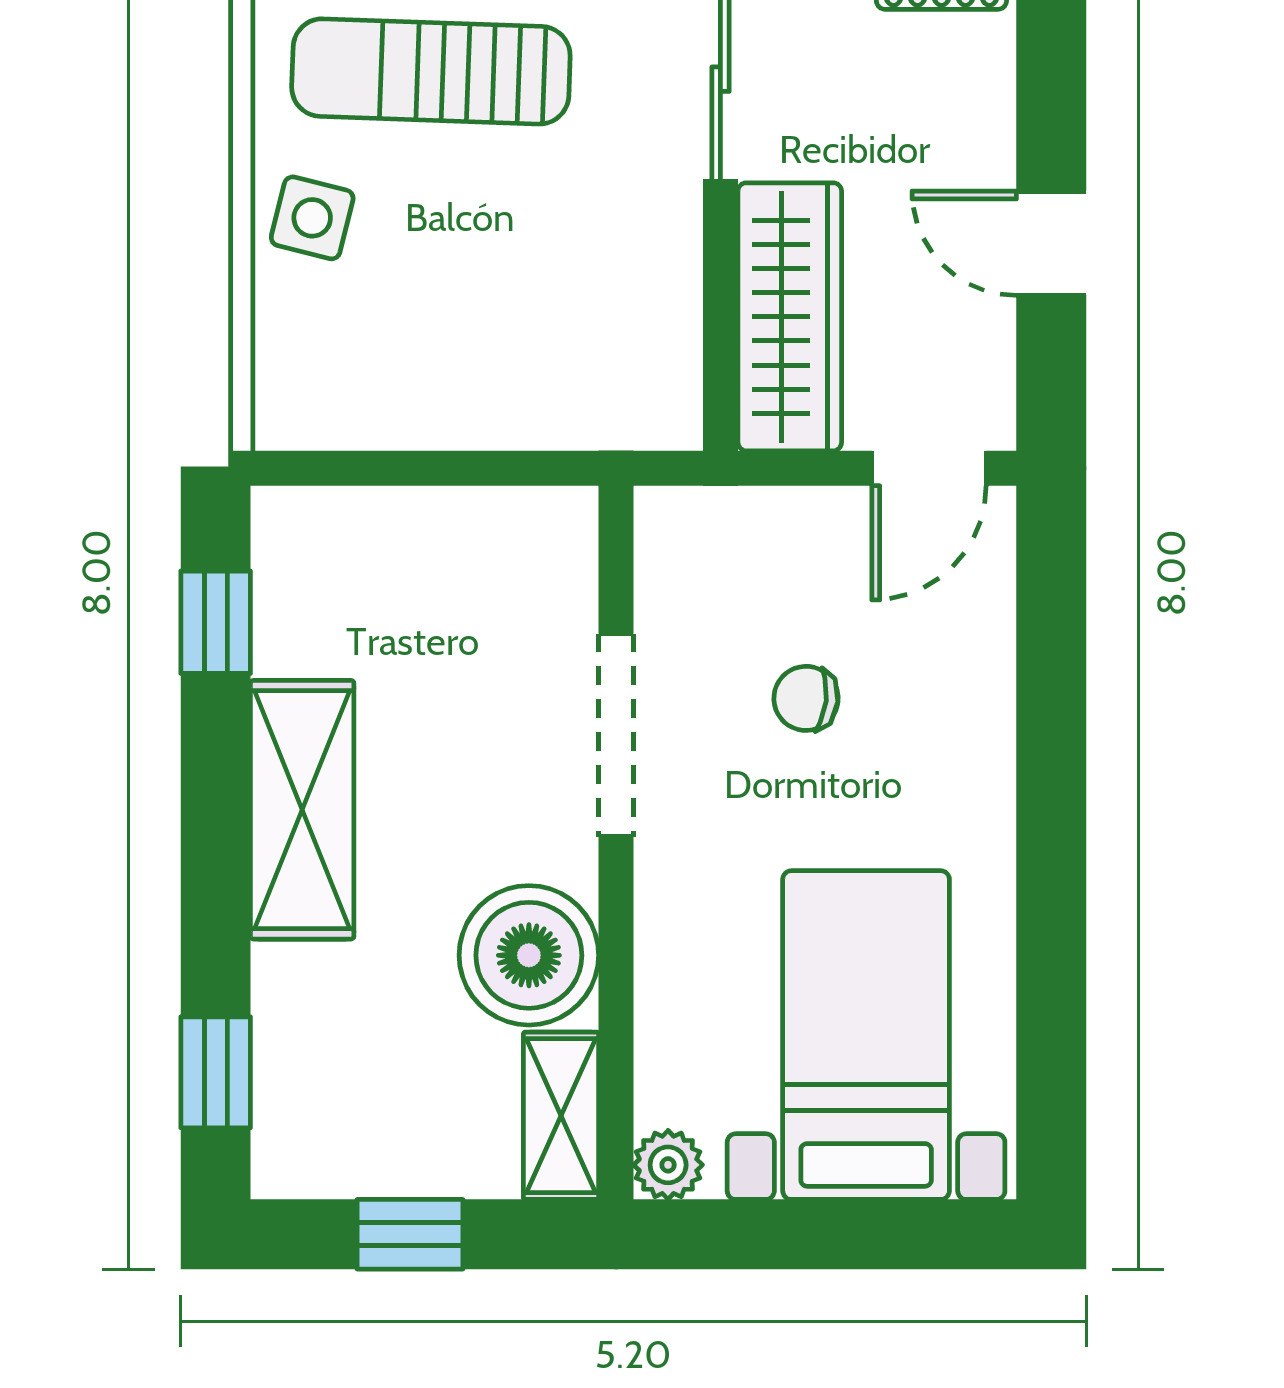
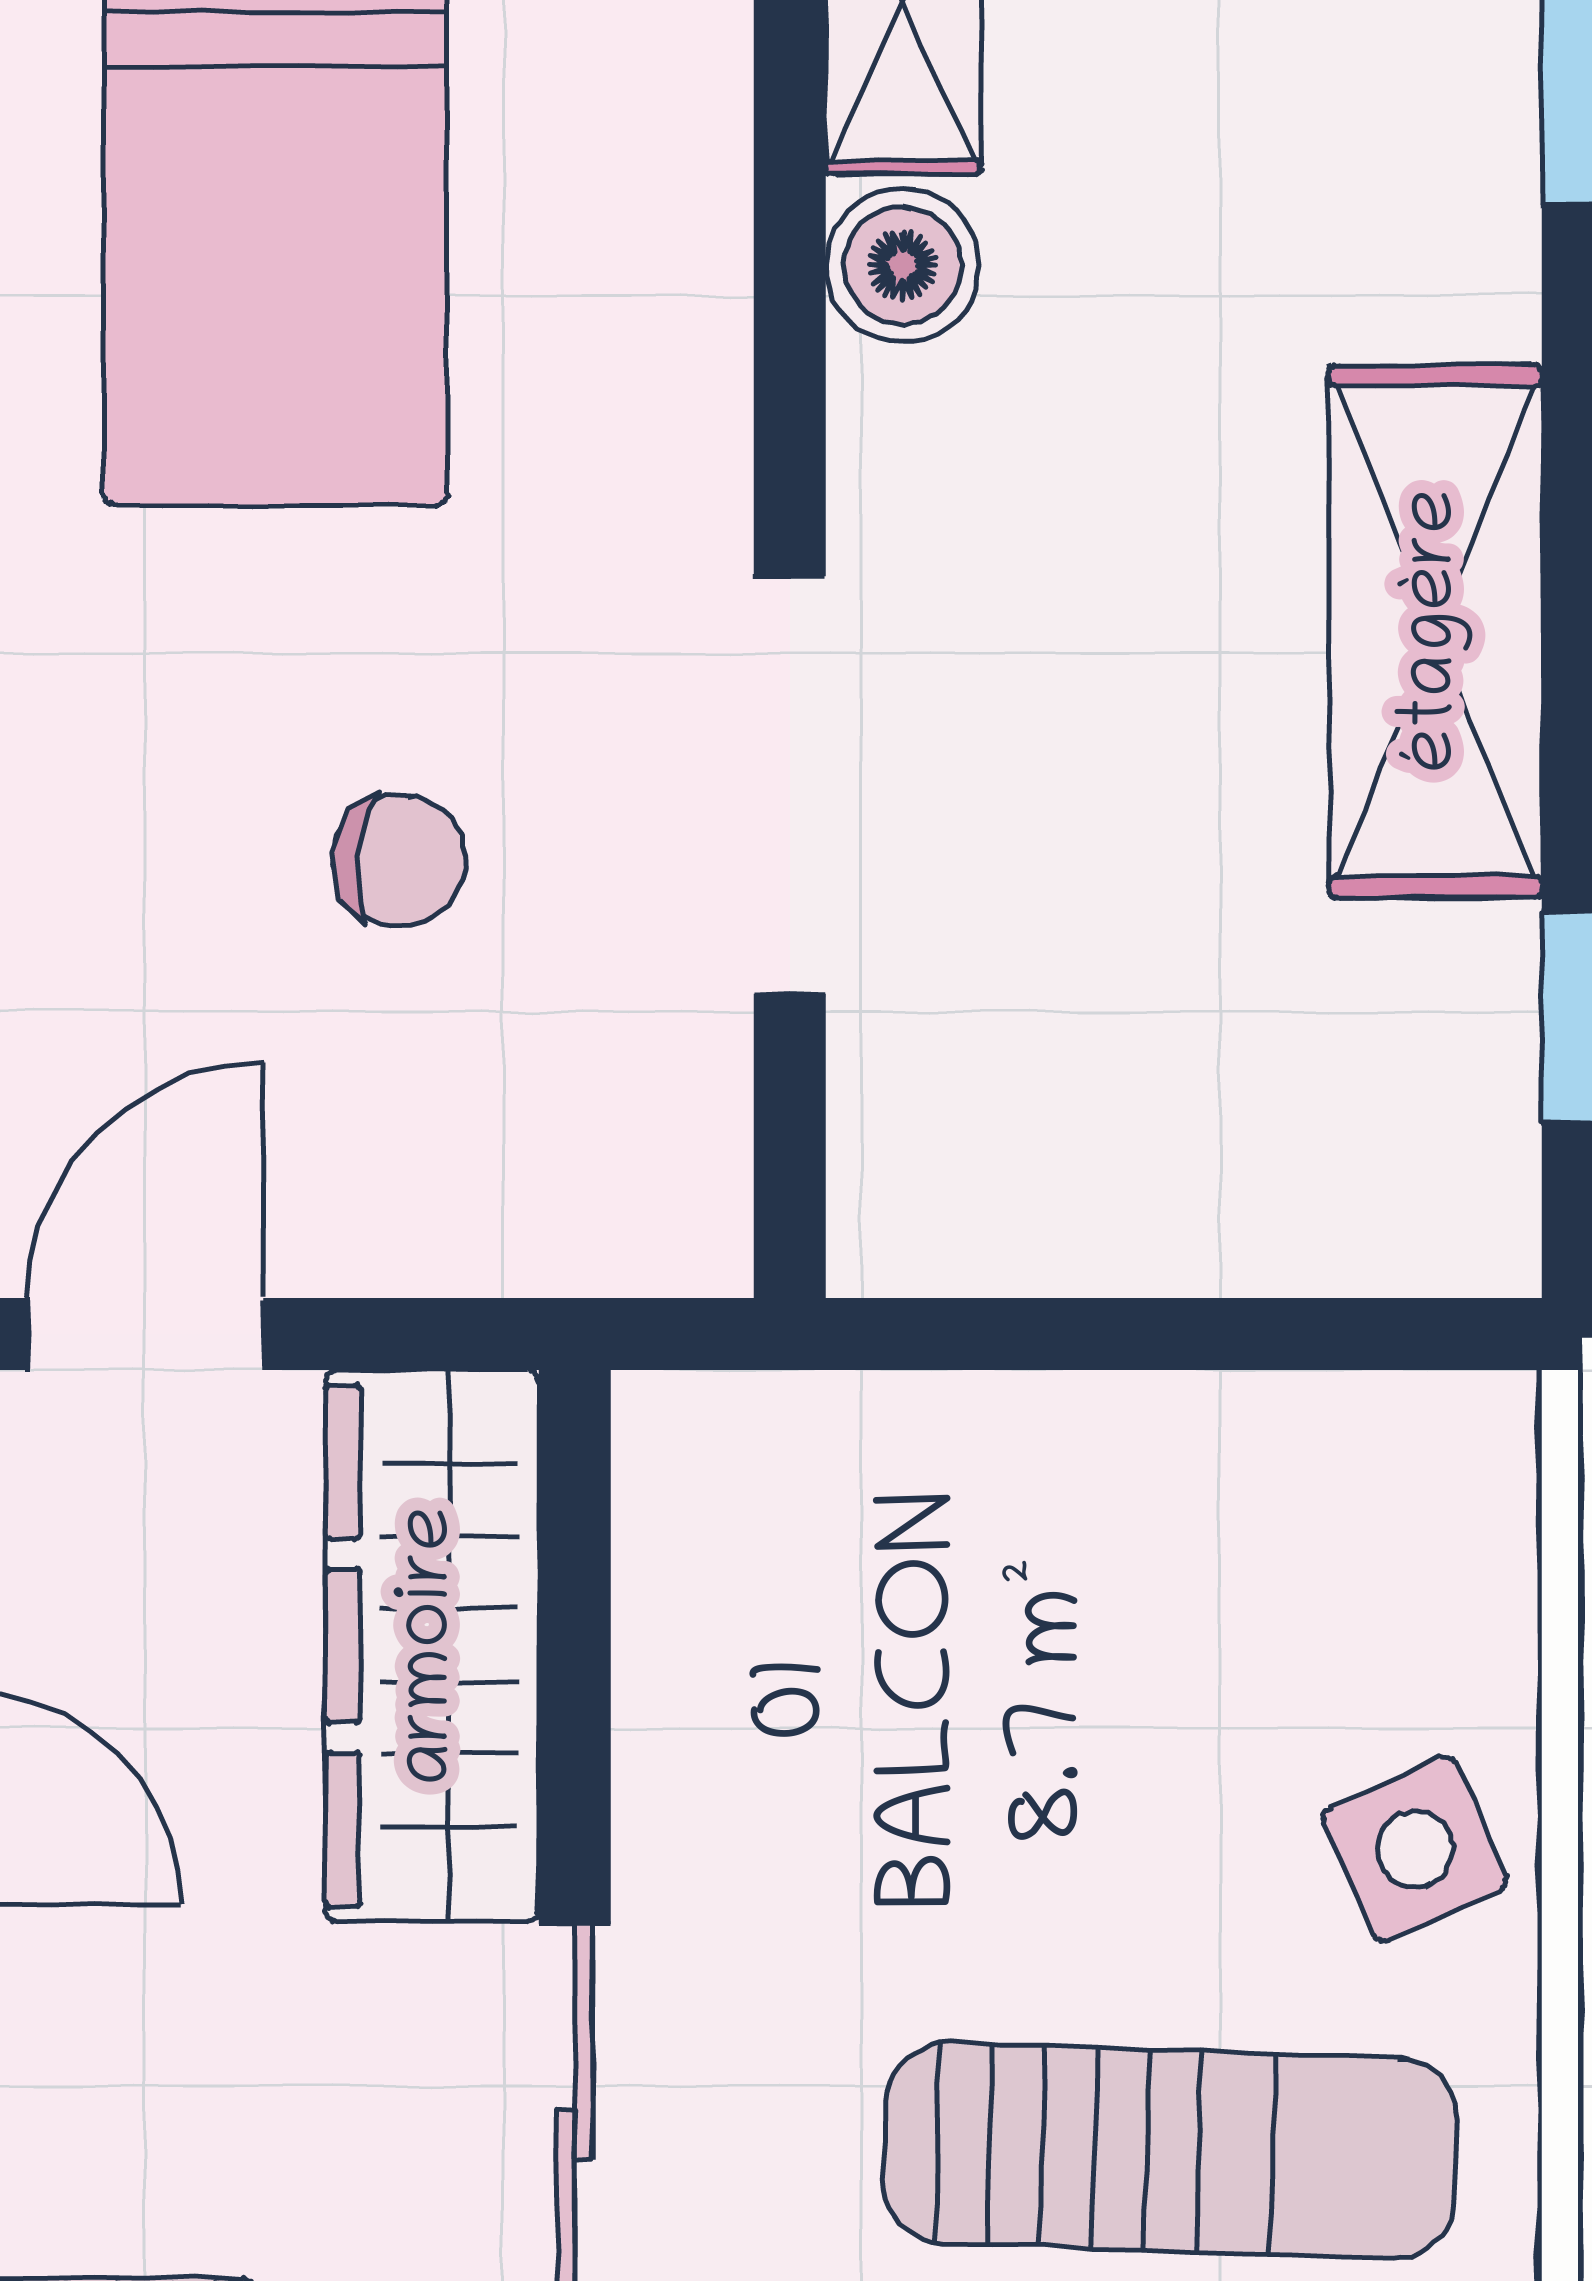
side table: (312, 218) -> (1415, 1849), turned -38
boiler: (529, 955) -> (903, 265), width x0.54, depth x0.54

